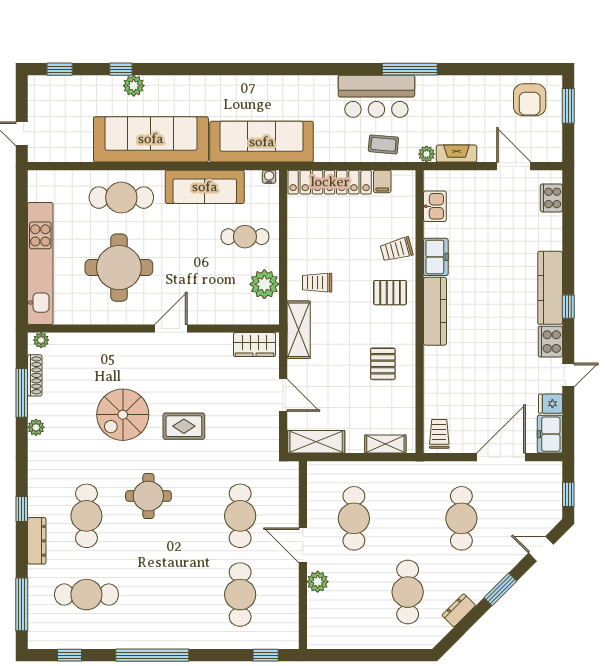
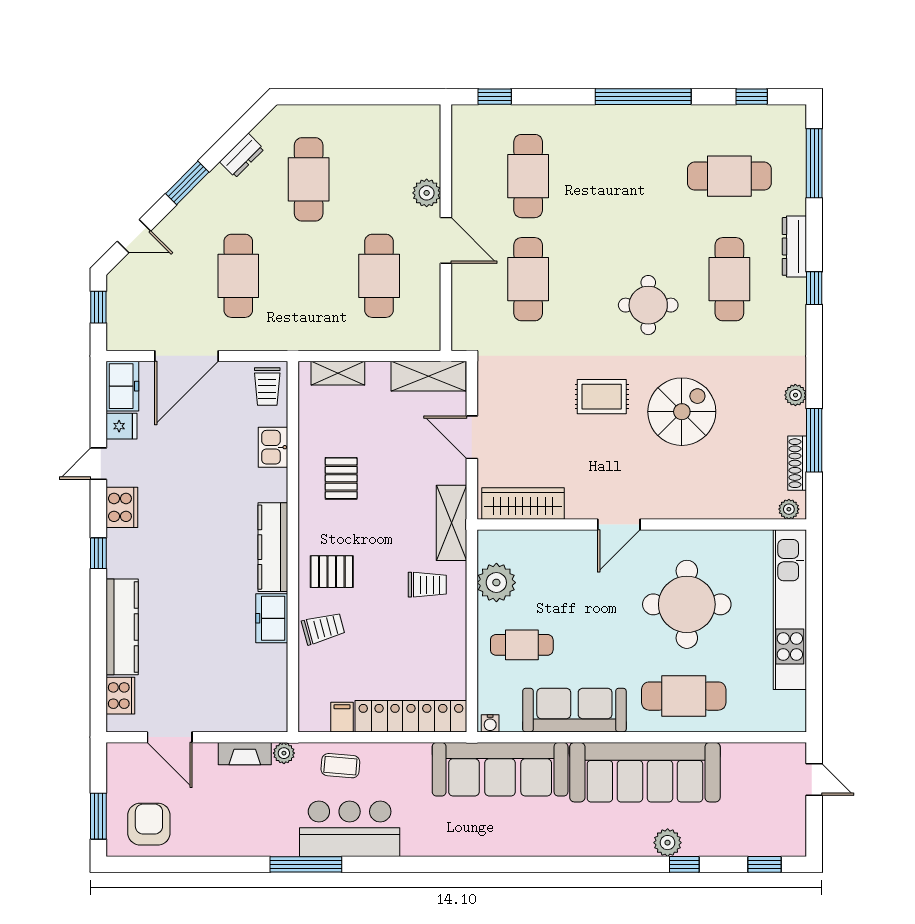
kitchen sink: (435, 206) -> (273, 447), moved
kitchen counter: (550, 288) -> (122, 627), moved
wardrobe: (254, 345) -> (523, 503), width x1.50

